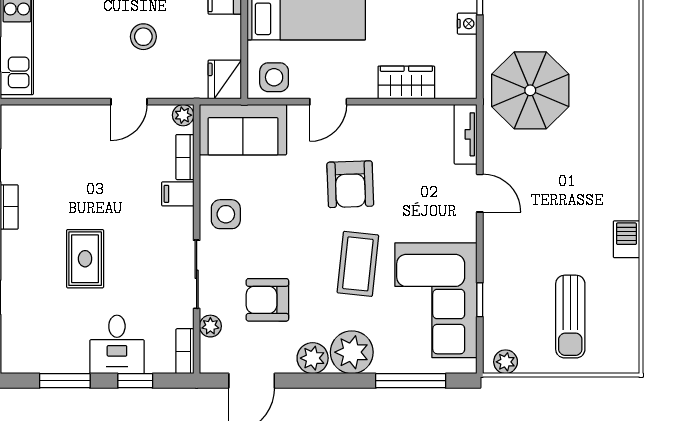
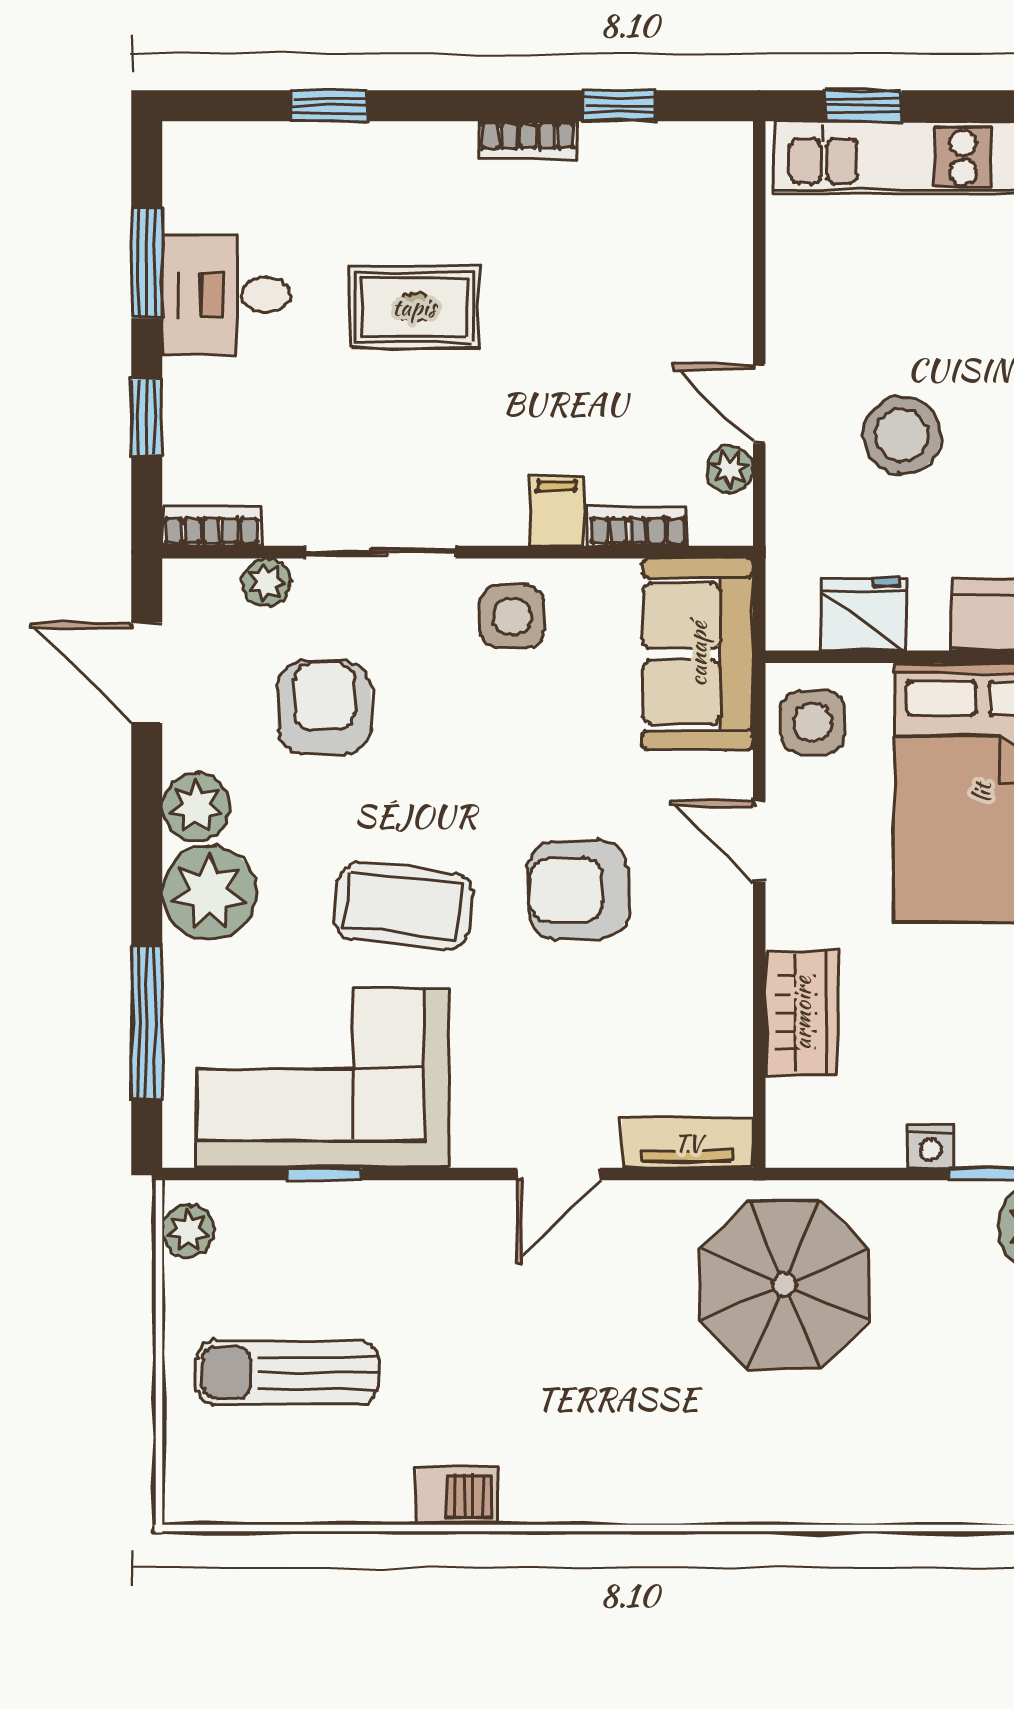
stool: (143, 37) -> (902, 435), width x1.38, depth x1.38
fridge: (225, 79) -> (863, 614), moved
plant: (183, 115) -> (730, 469), moved
desk: (117, 344) -> (226, 295), moved

